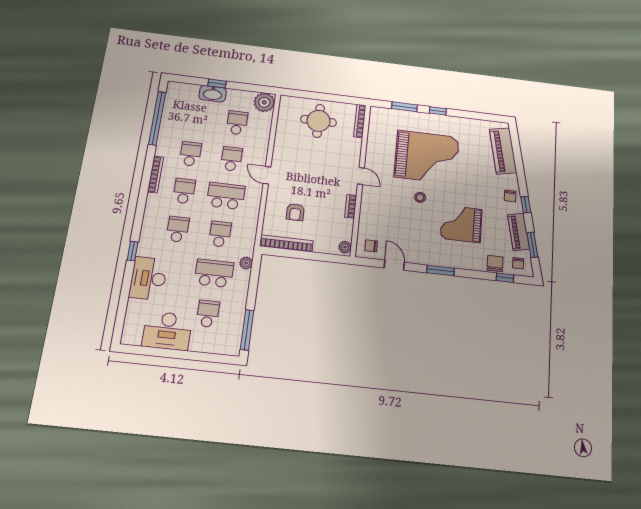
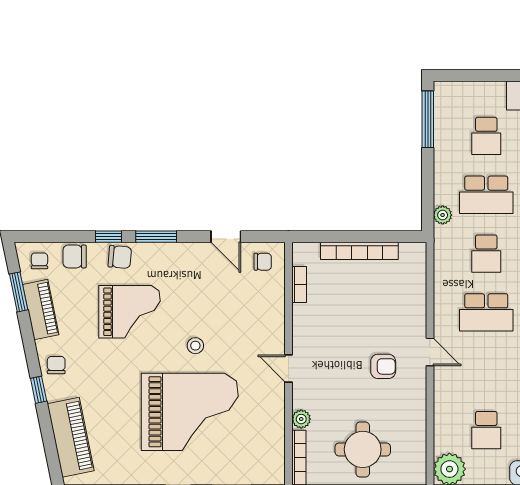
grand piano: (427, 157) -> (190, 412), turned 180
school desk: (232, 159) -> (486, 371), removed
window: (526, 205) -> (39, 390), moved
bookcase: (351, 206) -> (299, 285), moved
armchair: (295, 212) -> (383, 366), moved, turned 90
bookcase: (286, 243) -> (359, 251), moved
plant: (345, 247) -> (301, 419), moved
chair: (465, 260) -> (120, 257), added
chair: (495, 264) -> (75, 256), turned 90
window: (505, 278) -> (108, 237), moved

